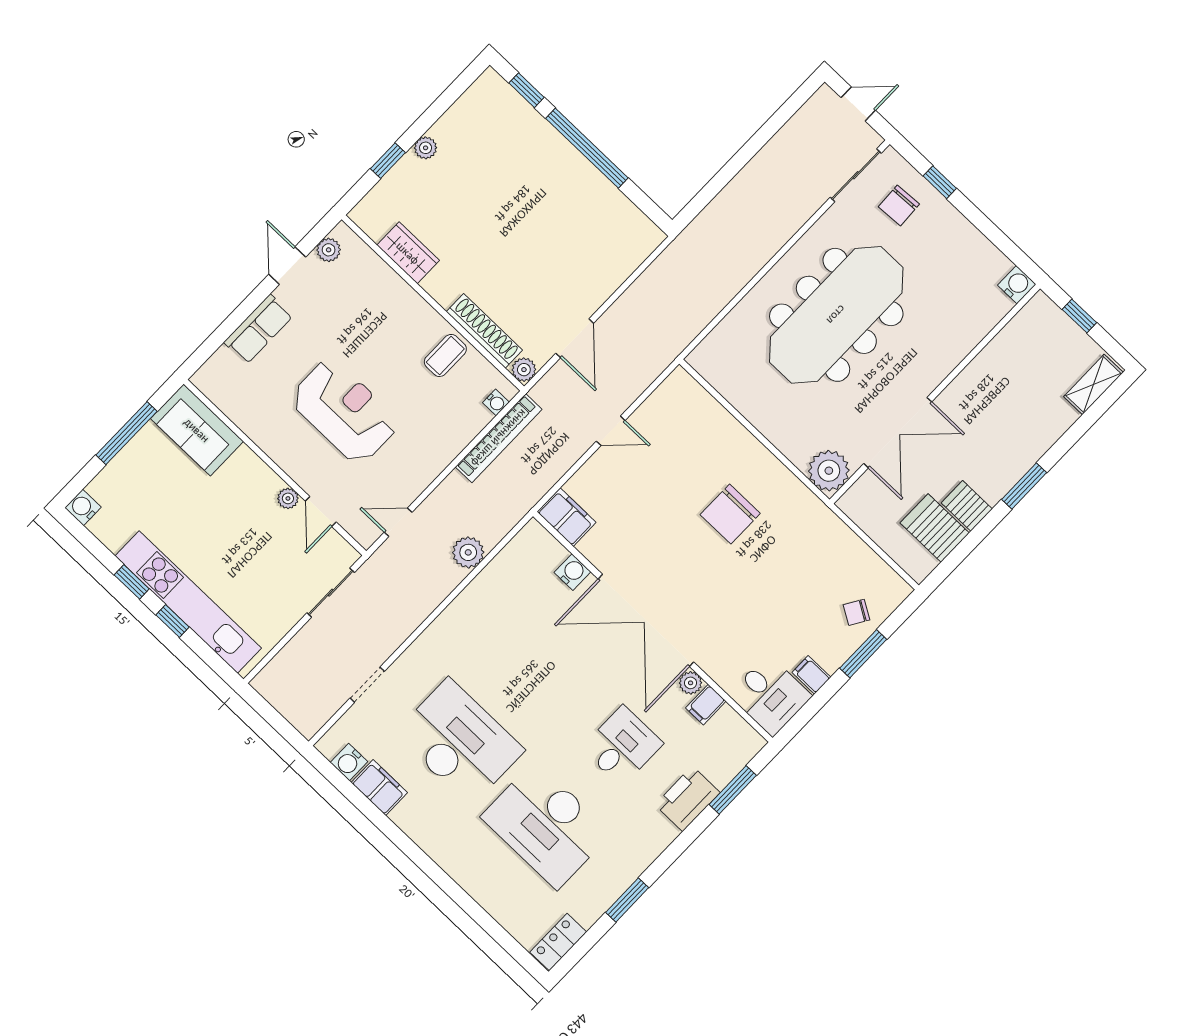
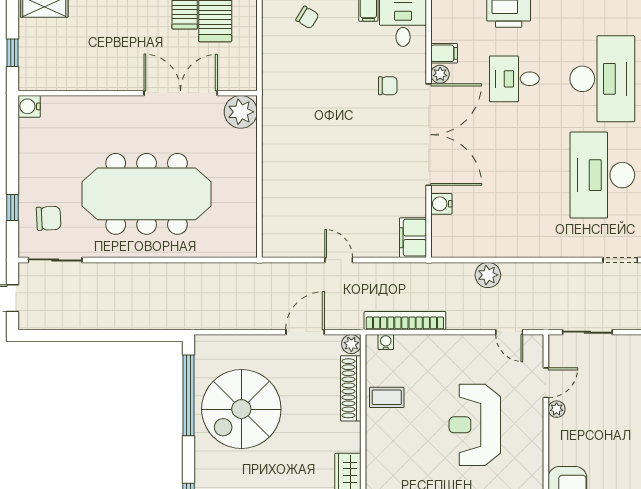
window: (587, 148) -> (188, 395), moved
spiral stairs: (560, 214) -> (241, 409), added
chair: (730, 514) -> (388, 86), moved, width x0.54, depth x0.54

